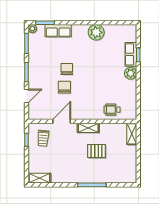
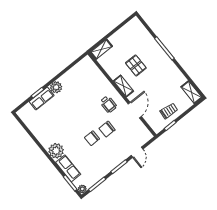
plant: (96, 32) -> (56, 151), moved
door: (27, 96) -> (137, 152), swing flipped
wheelchair: (112, 110) -> (108, 104), moved
door: (62, 121) -> (135, 110), swing flipped
trolley: (43, 138) -> (169, 111), moved

